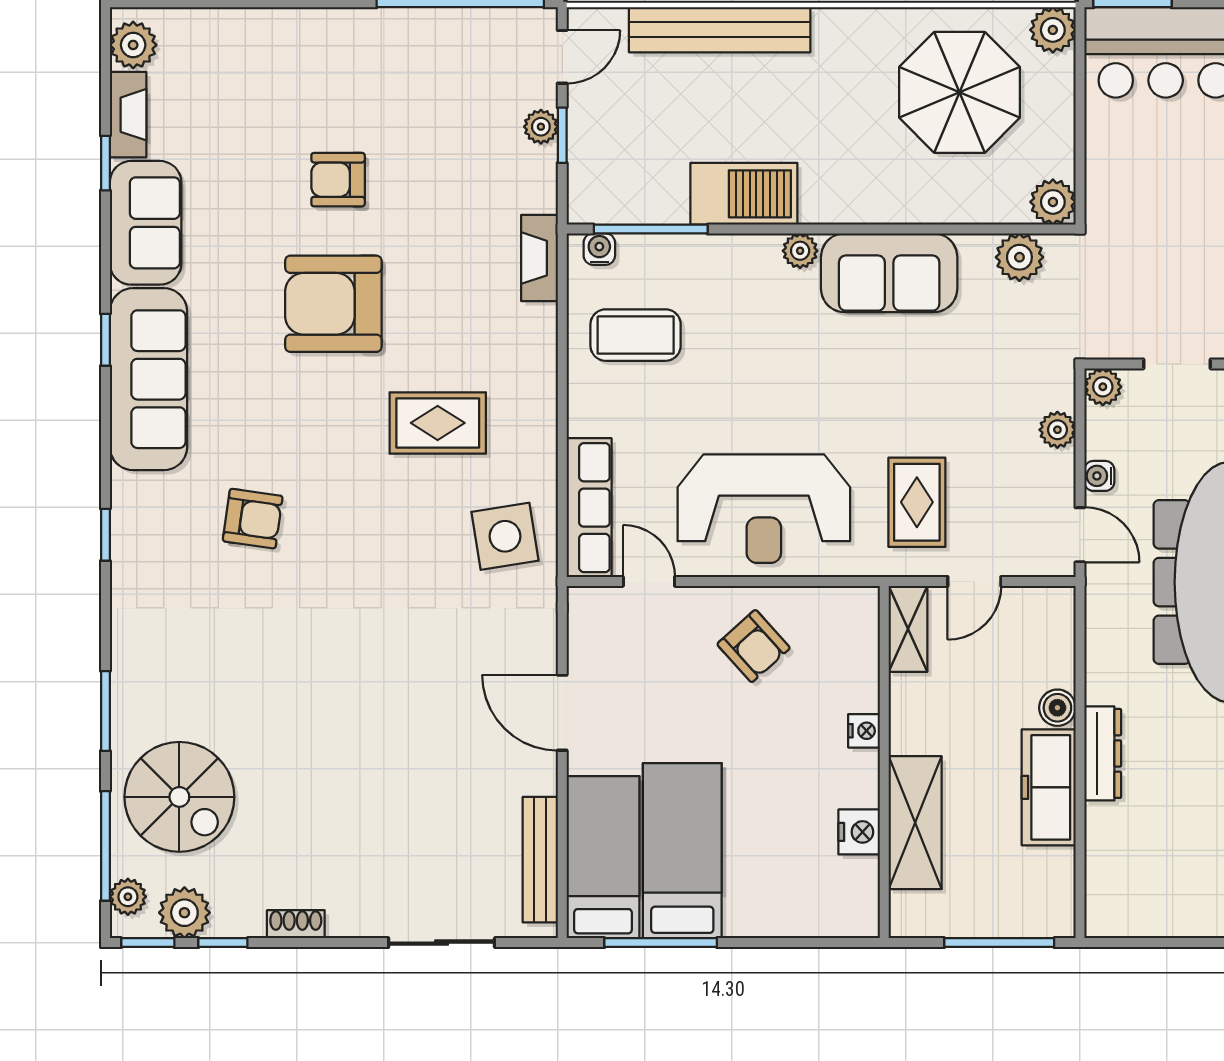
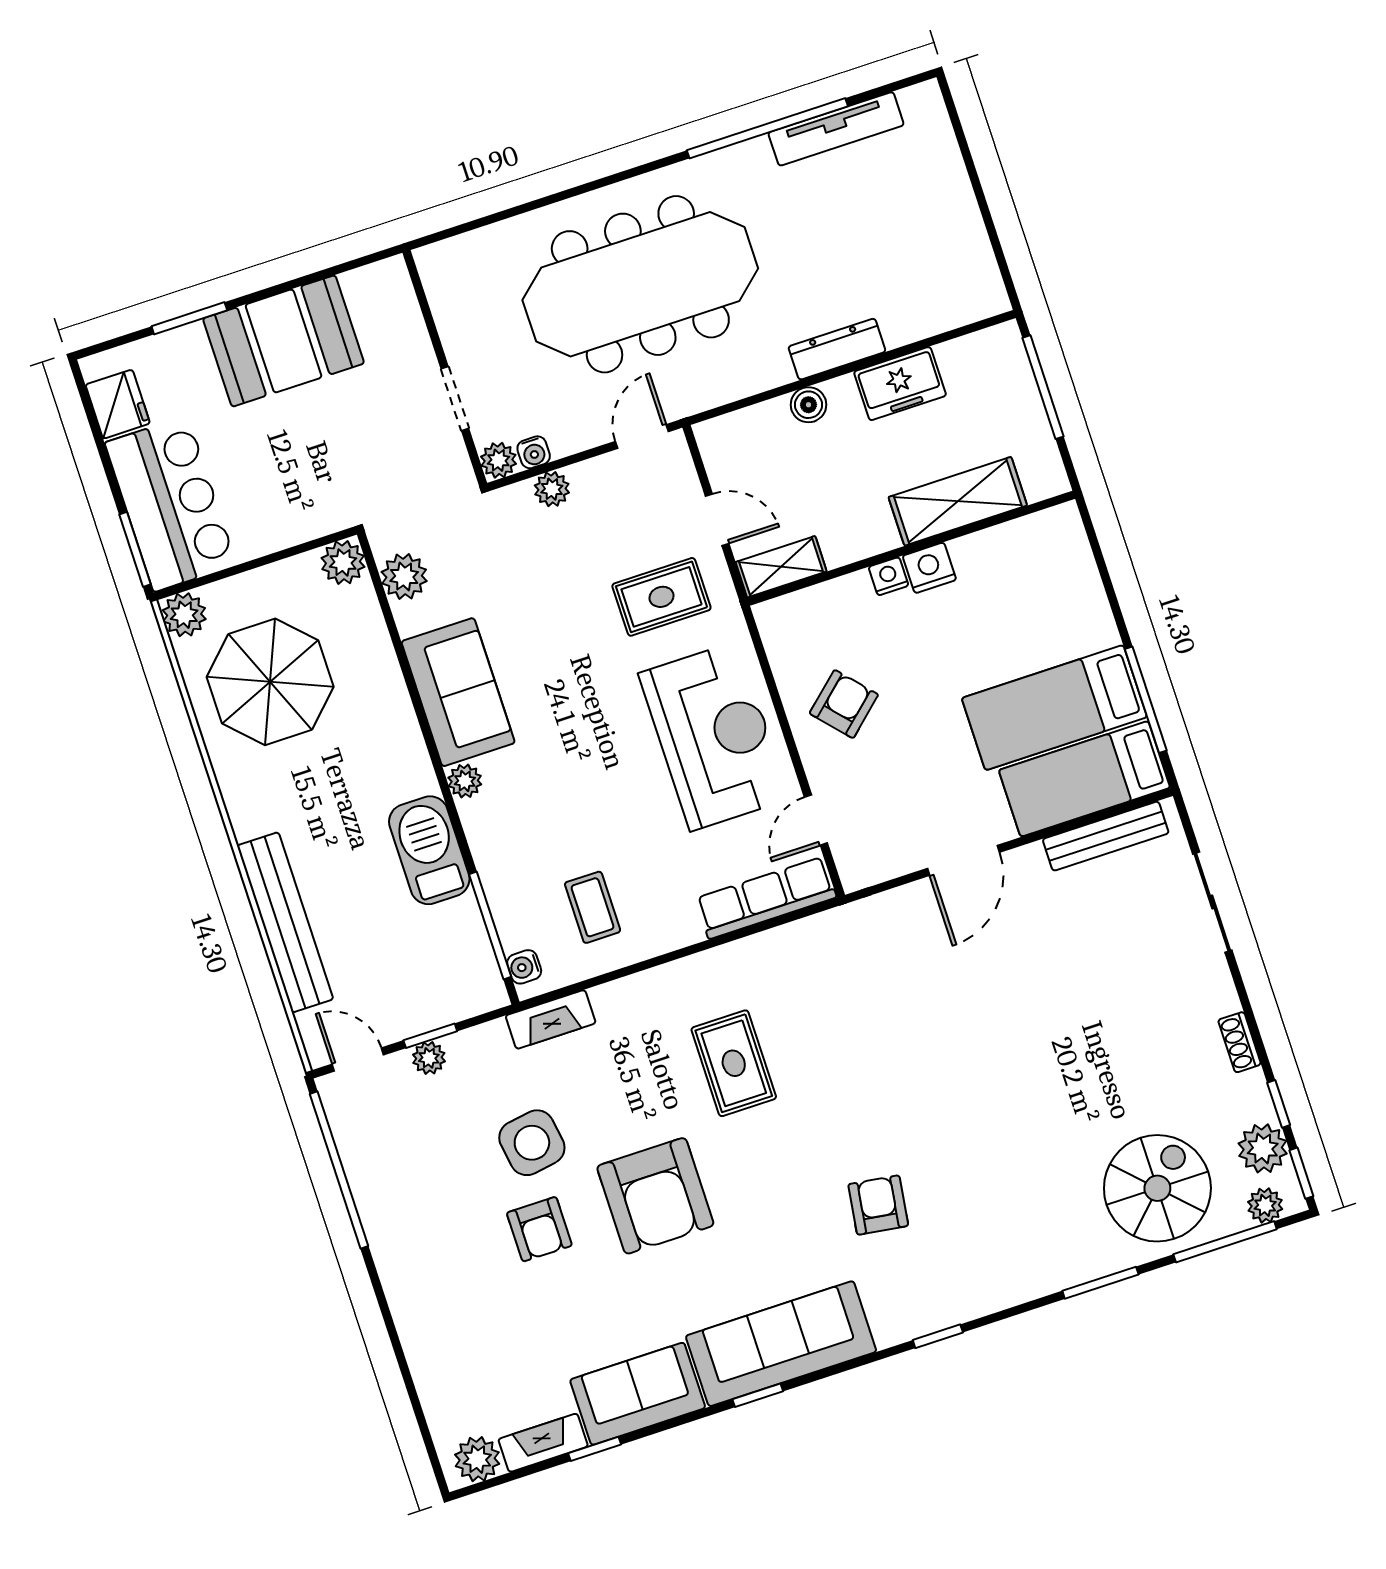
coffee table: (636, 335) -> (593, 907), width x0.73, depth x0.77
water cooler: (1099, 476) -> (534, 452), moved
side table: (505, 536) -> (532, 1143), moved
freezer: (1049, 787) -> (900, 384), width x0.71
nightstand: (859, 832) -> (929, 568), moved

